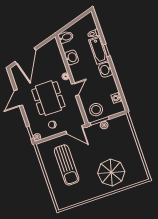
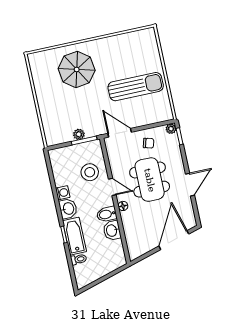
bidet: (66, 37) -> (107, 214), moved
door: (75, 89) -> (112, 187), swing flipped
washing machine: (117, 98) -> (63, 193), moved
stool: (96, 110) -> (90, 172), moved
sun lounger: (67, 165) -> (136, 87), turned 90

